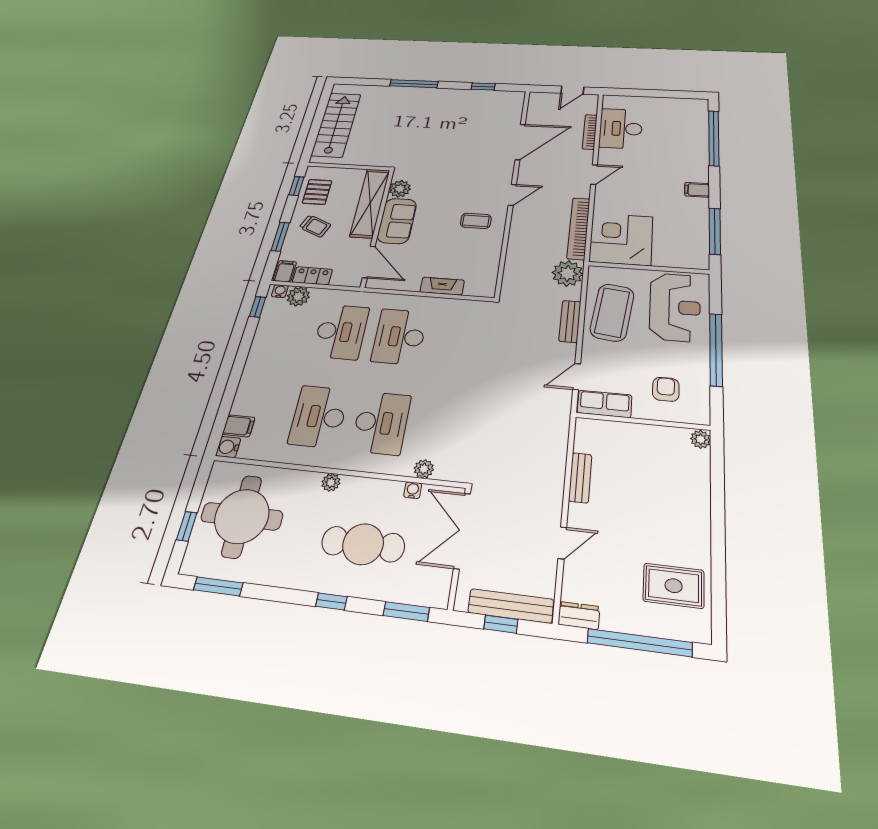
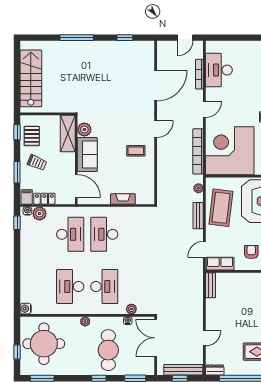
shelving: (370, 203) -> (68, 133), width x0.68
corner desk: (621, 239) -> (230, 151), width x1.36, depth x1.36
plant: (568, 273) -> (198, 188), width x0.53, depth x0.53
filing cabinet: (239, 426) -> (28, 296), removed
bench: (580, 478) -> (210, 285), moved
cafe table: (363, 544) -> (108, 350), turned 90

